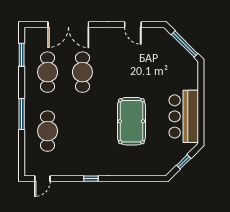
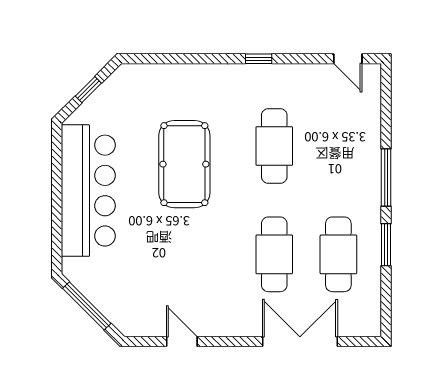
window: (22, 55) -> (386, 245), moved
bar counter: (184, 116) -> (88, 191), width x1.36
cafe table: (48, 131) -> (274, 146), moved
door: (42, 179) -> (348, 59), swing flipped

